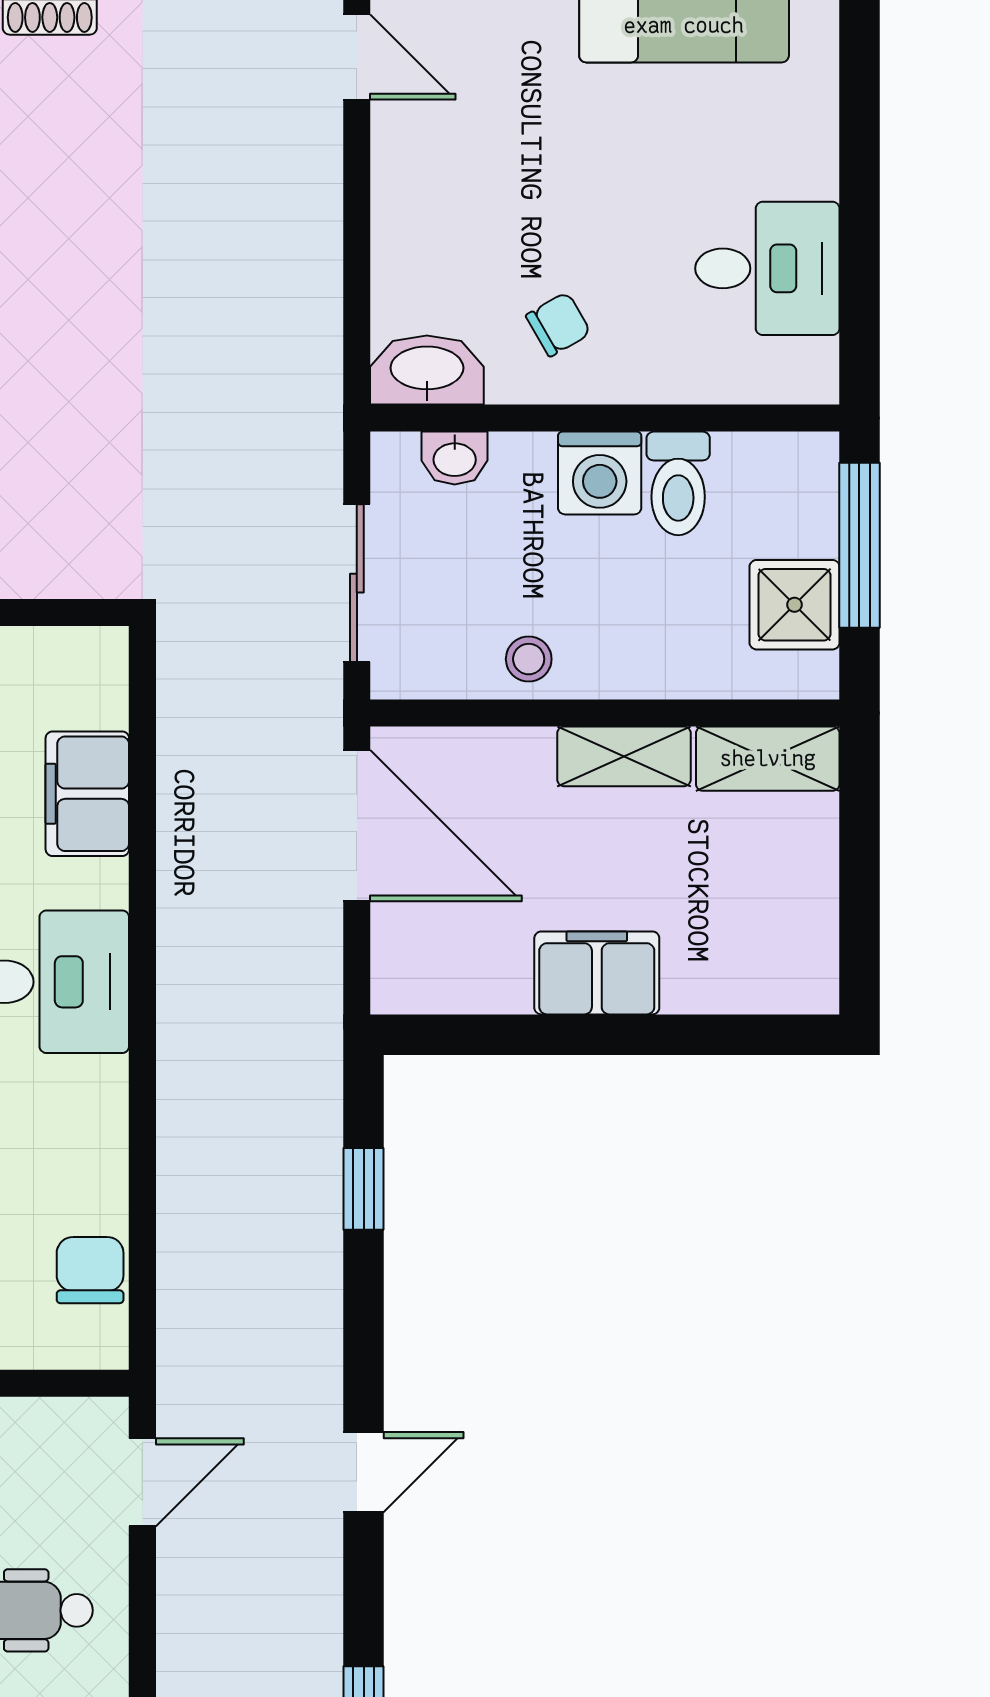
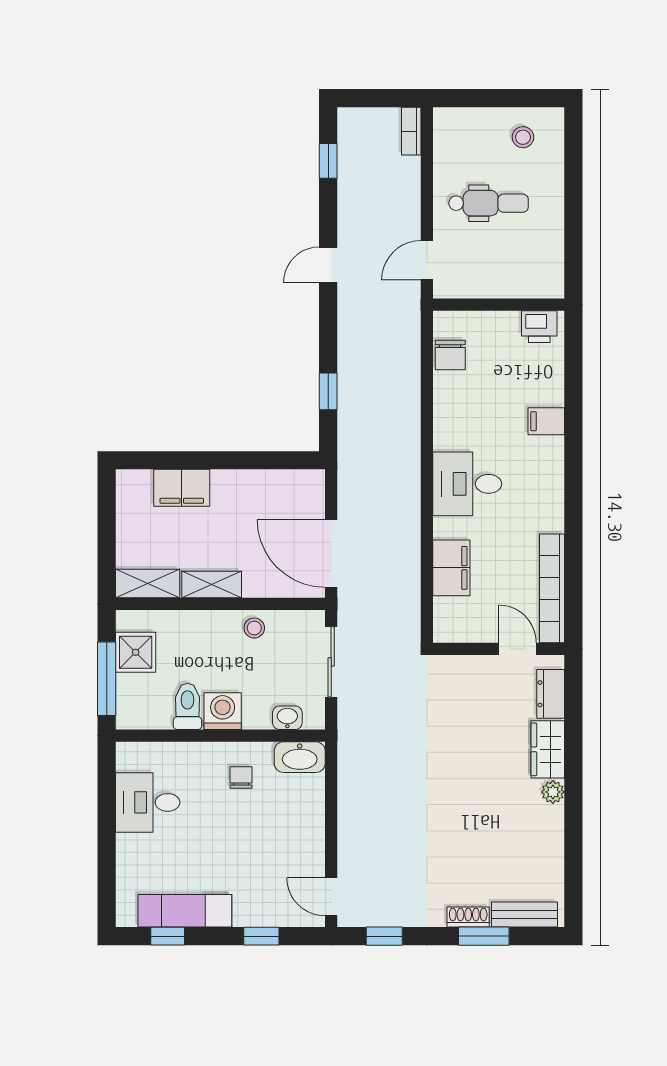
chair: (558, 324) -> (241, 778), turned 120
filing cabinet: (597, 973) -> (182, 488), moved

